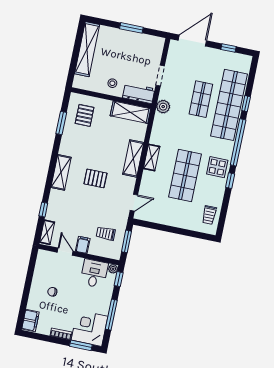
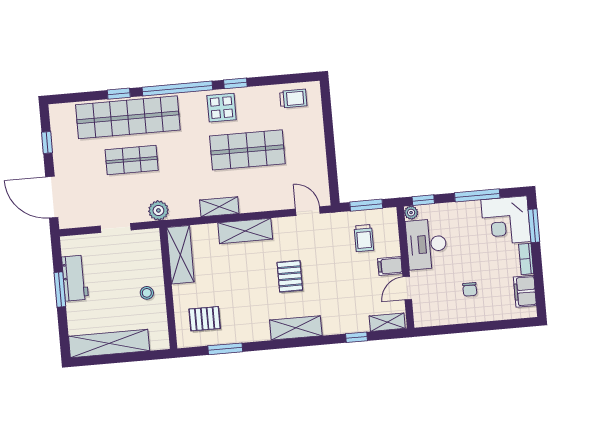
workbench: (139, 93) -> (75, 278), moved, turned 180
shelving: (152, 158) -> (219, 207), moved
desk: (94, 273) -> (426, 244), width x1.37
filing cabinet: (30, 321) -> (525, 291), moved, turned -90

